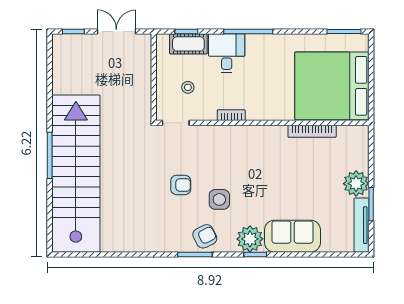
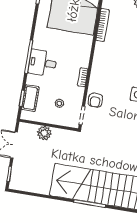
desk: (227, 53) -> (43, 63), moved
plant: (141, 72) -> (44, 133), added
armchair: (181, 185) -> (95, 100), moved, turned 180

